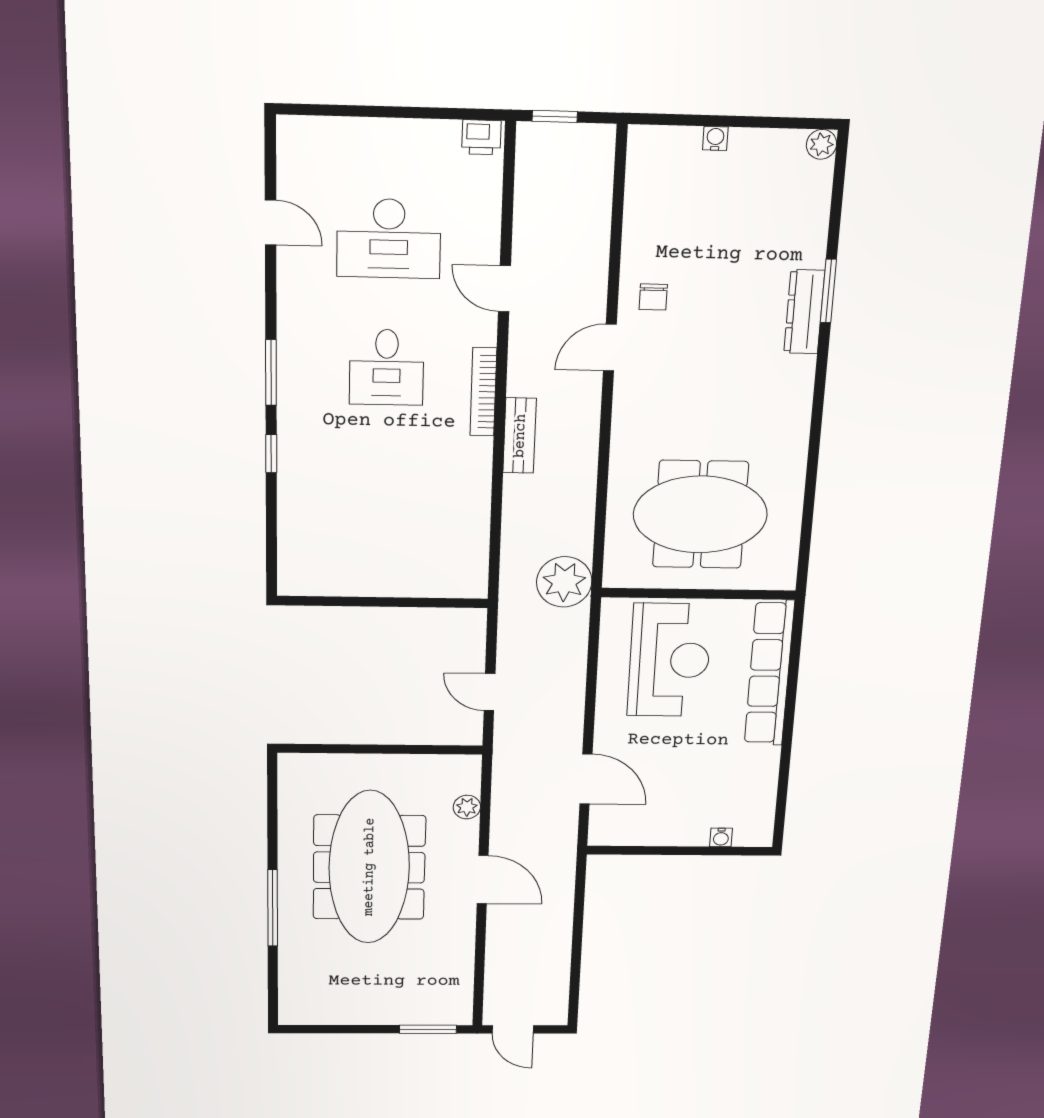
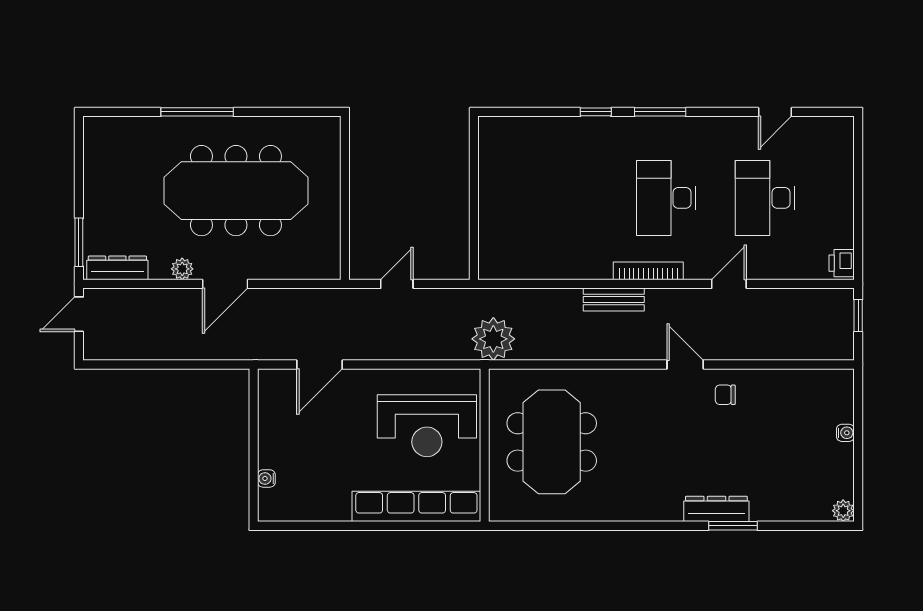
desk: (387, 367) -> (666, 198), width x1.37
plant: (467, 807) -> (182, 269), moved
dresser: (460, 991) -> (117, 268), added

